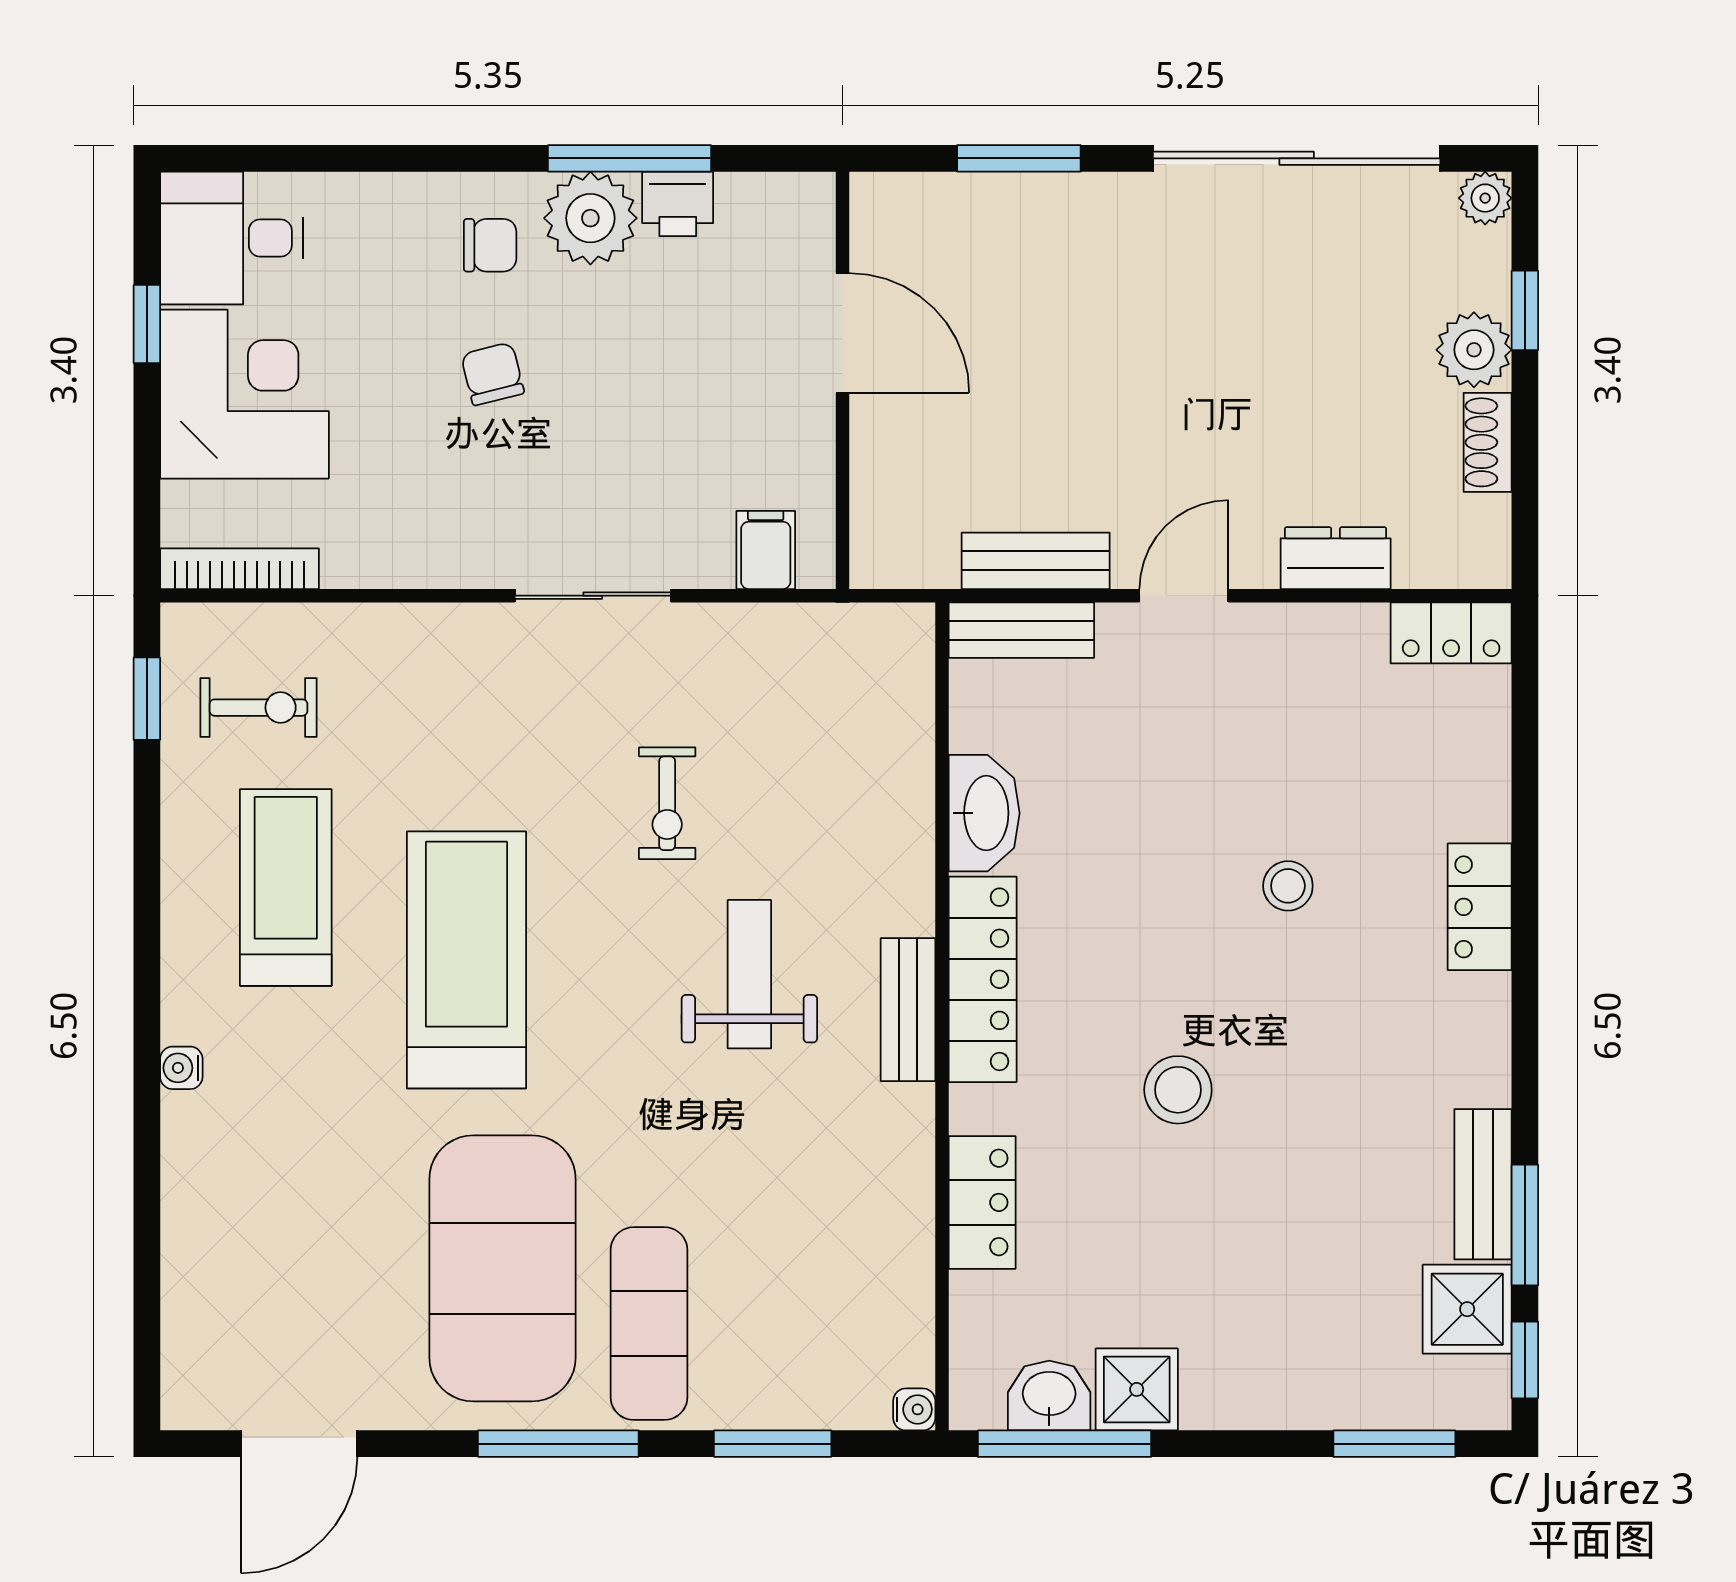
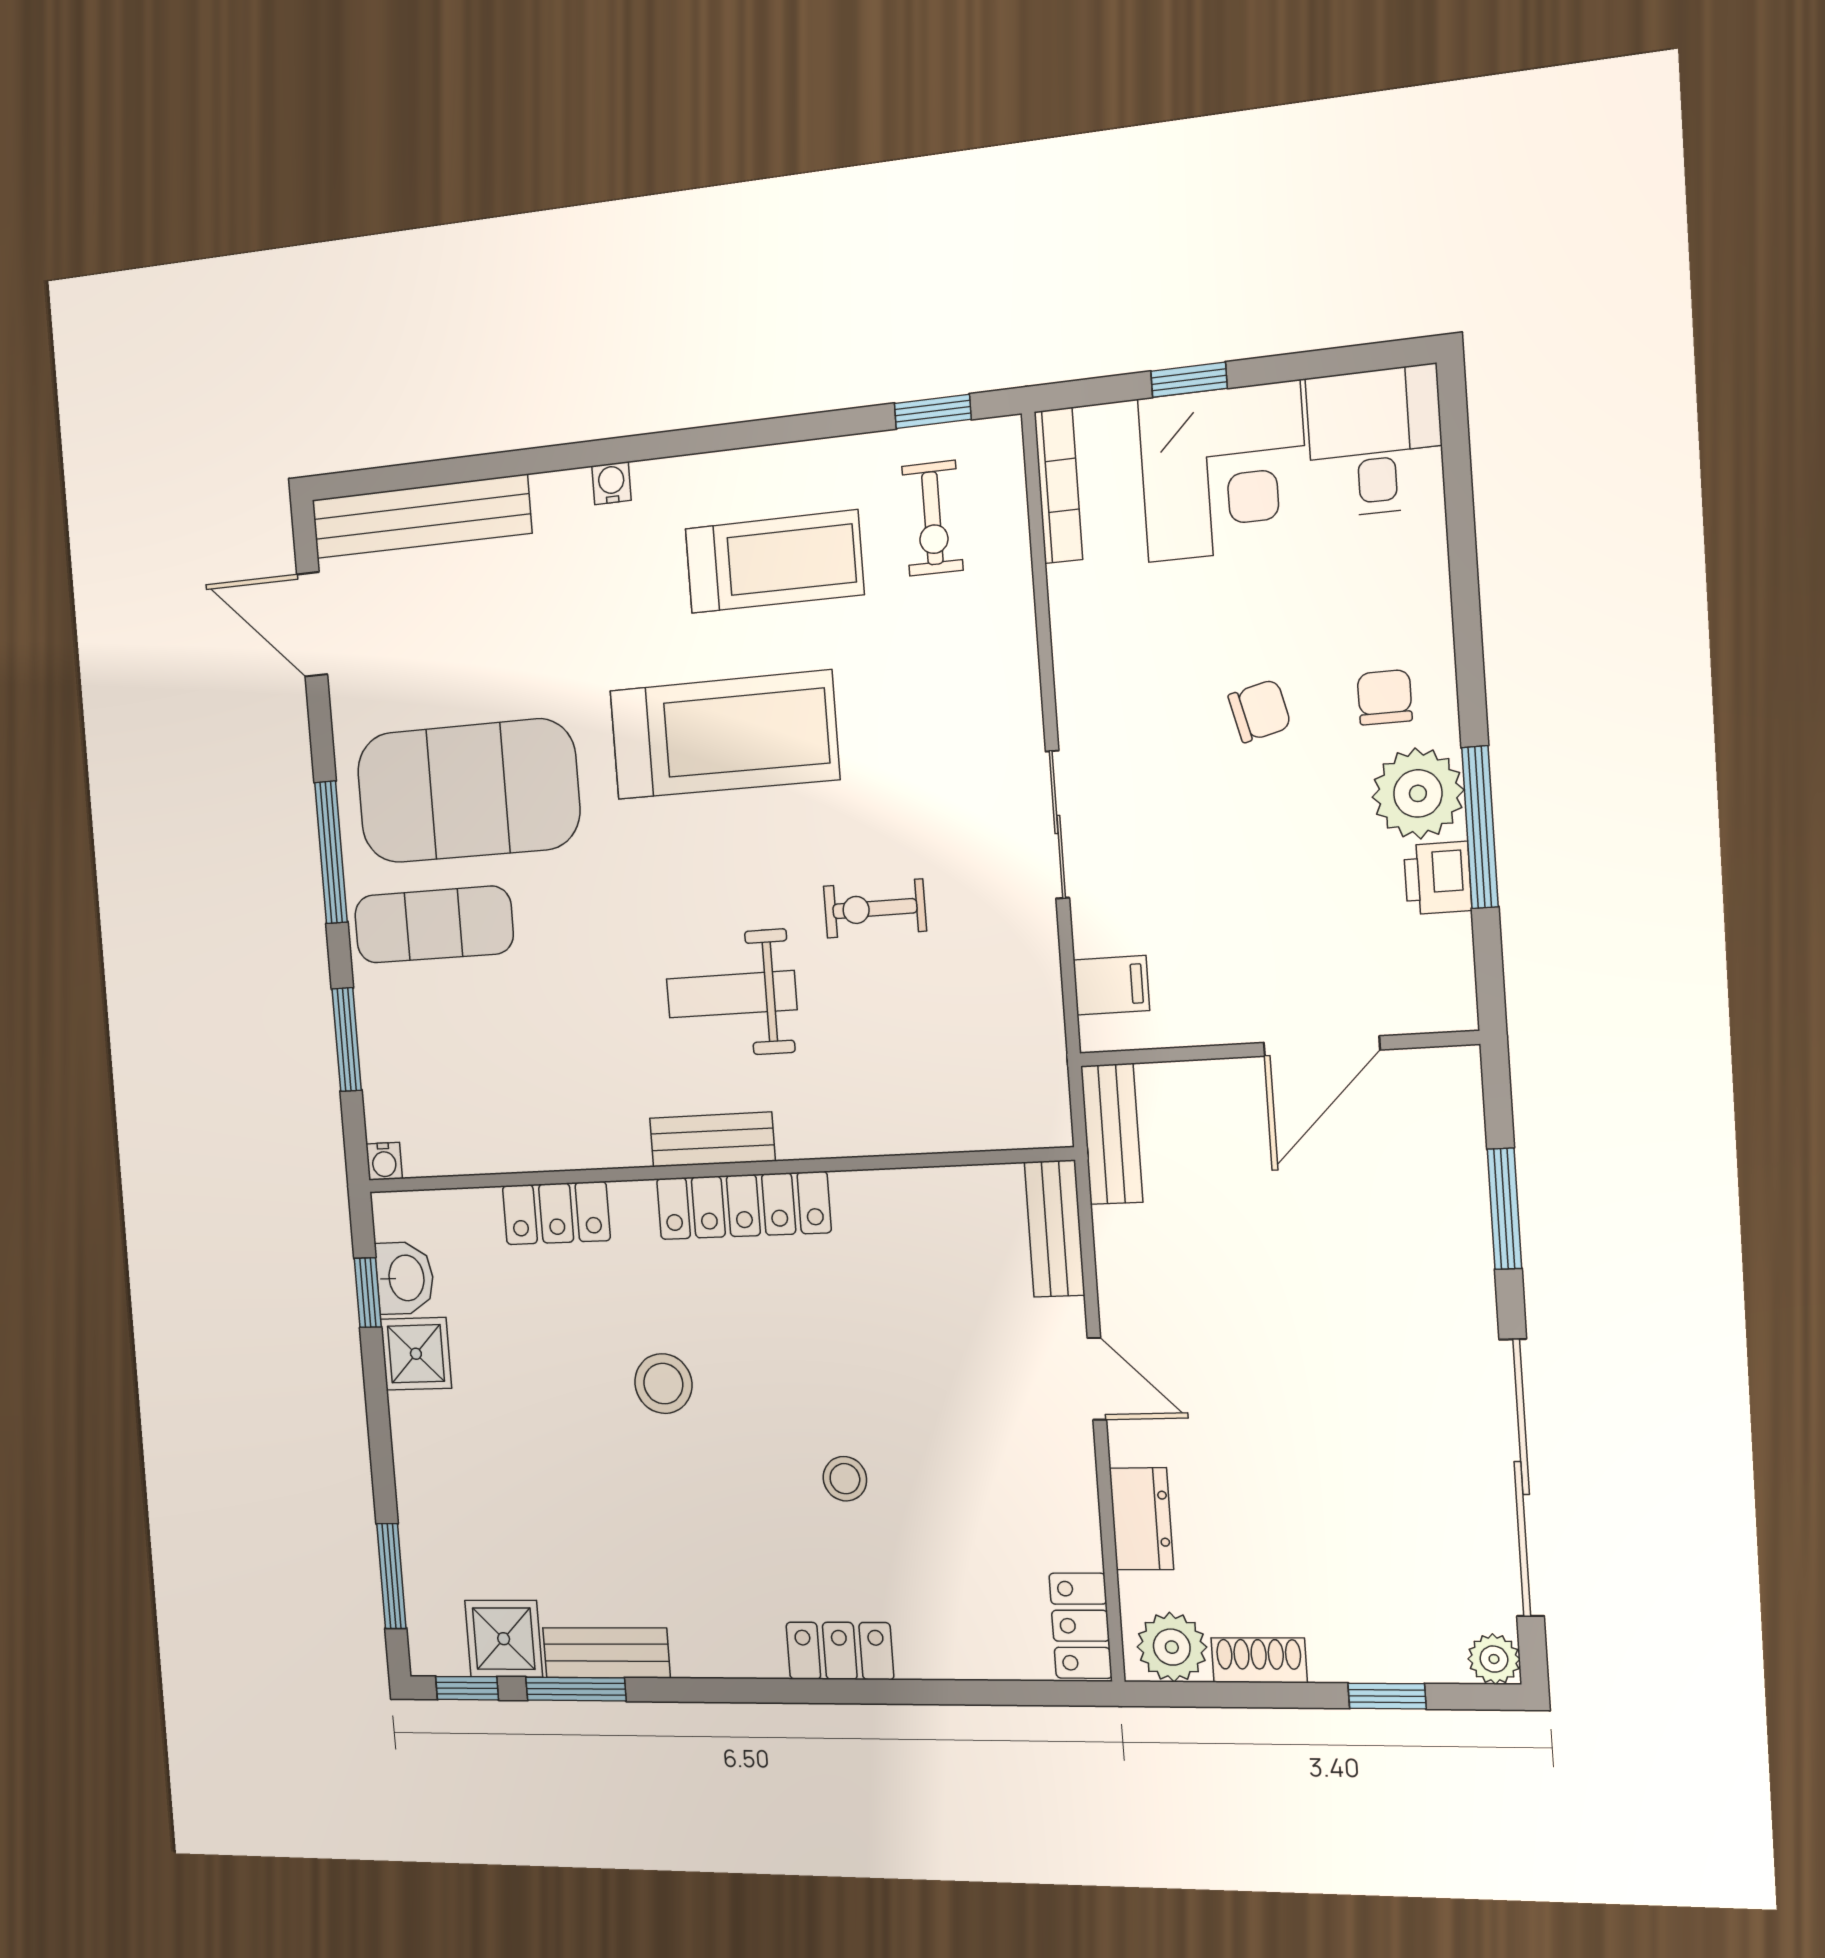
chair: (490, 245) -> (1385, 697), turned 180
window: (147, 324) -> (1189, 380), moved
plant: (1474, 350) -> (1172, 1647), moved
bench: (1036, 561) -> (1112, 1134), moved
washbasin: (984, 813) -> (888, 1201), removed
weight bench: (749, 974) -> (732, 994), turned 180
bench: (193, 1298) -> (421, 517), added
window: (1064, 1444) -> (368, 1293), width x0.46

